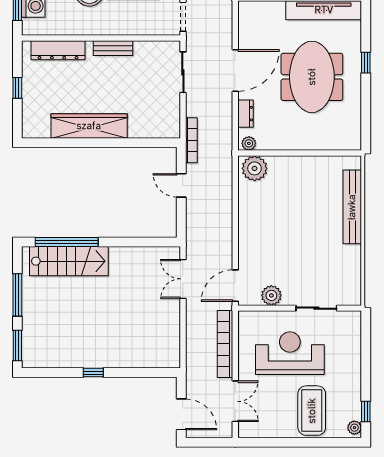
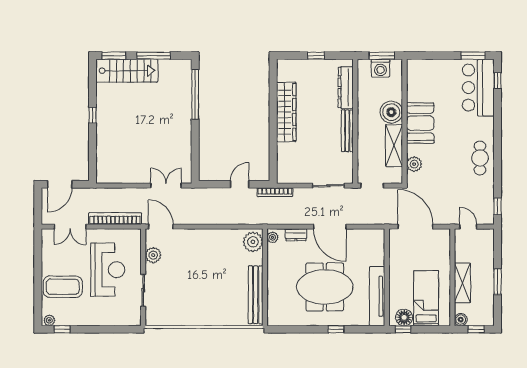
bench: (113, 48) -> (347, 131), width x1.36
bench: (352, 207) -> (256, 295), moved, turned 90
stairs: (69, 261) -> (127, 71), moved, turned -90

